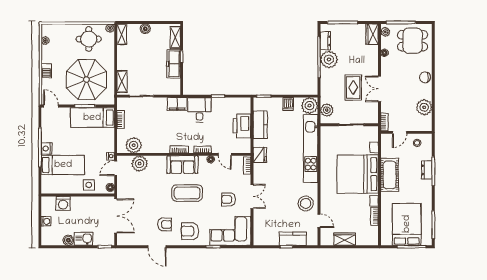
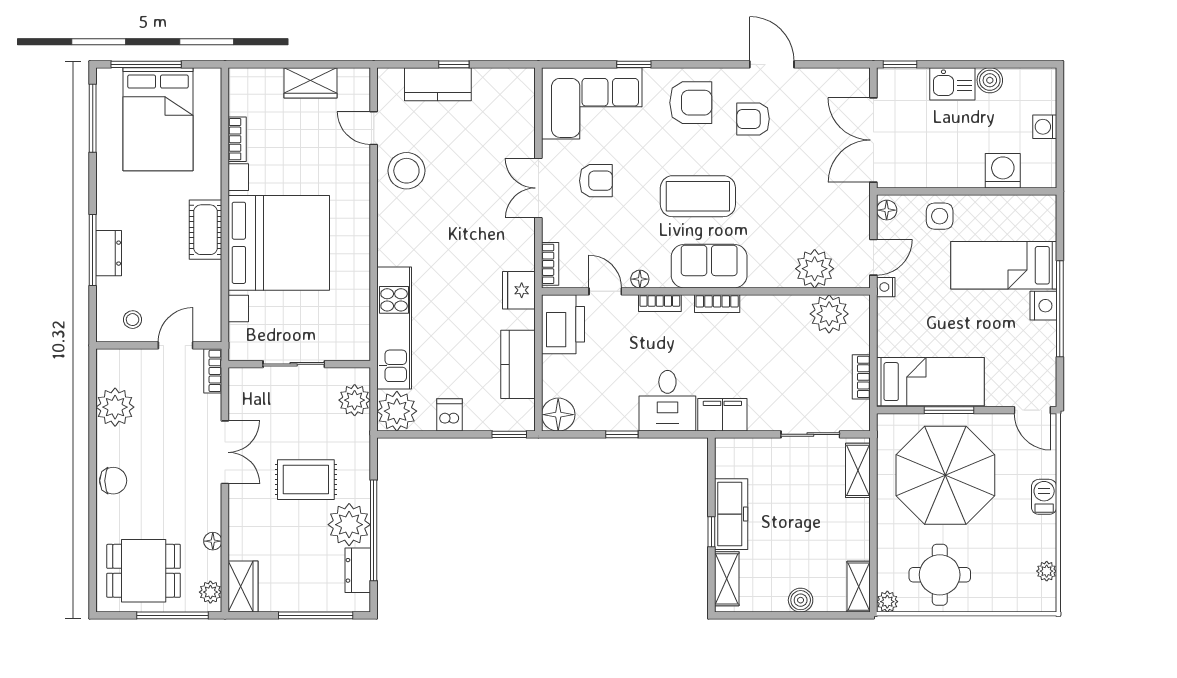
rug: (353, 88) -> (306, 480), moved, turned 90
floor lamp: (244, 104) -> (558, 415), added
printer: (242, 126) -> (563, 324), moved
kitchen unit: (311, 148) -> (394, 328), width x0.73
cot: (390, 175) -> (206, 230), width x0.73, depth x0.75

